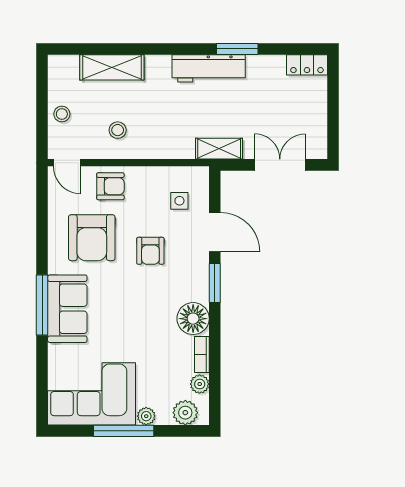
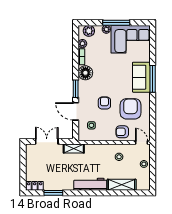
window: (237, 49) -> (53, 193), moved
workbench: (209, 68) -> (90, 184), moved
double door: (280, 165) -> (47, 141), swing flipped

